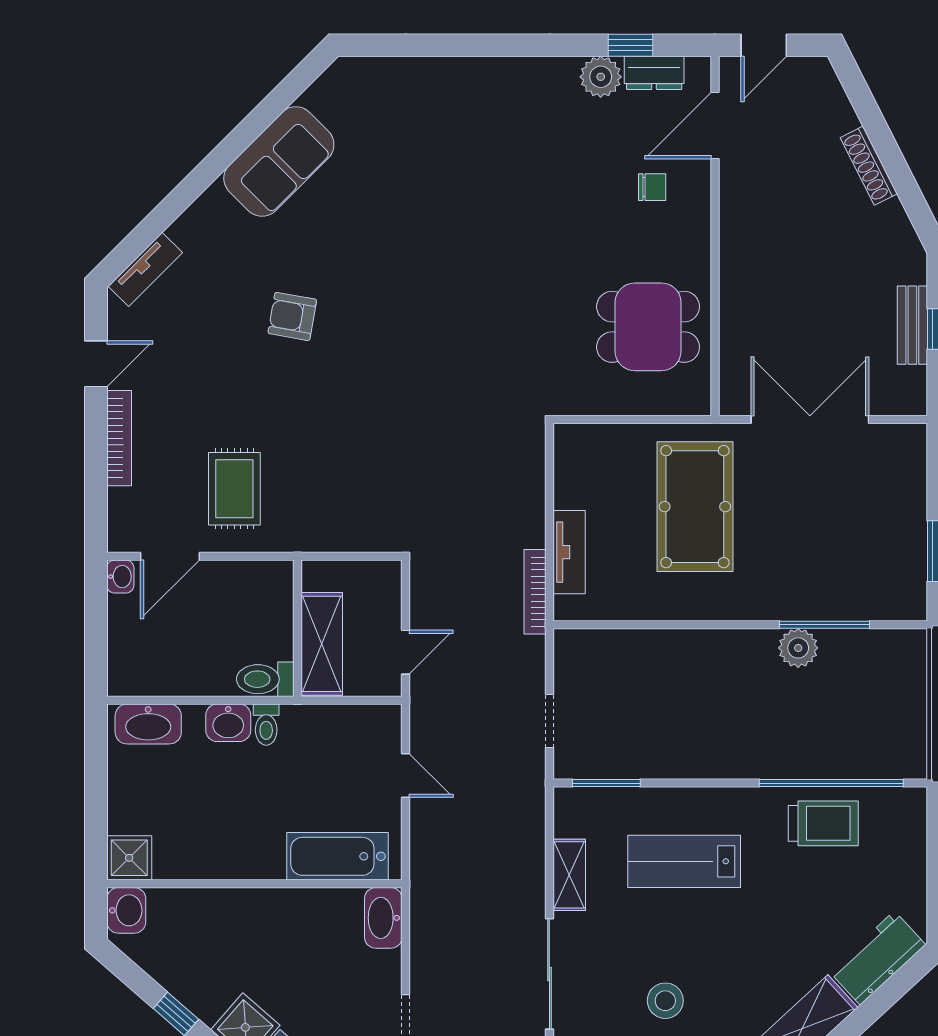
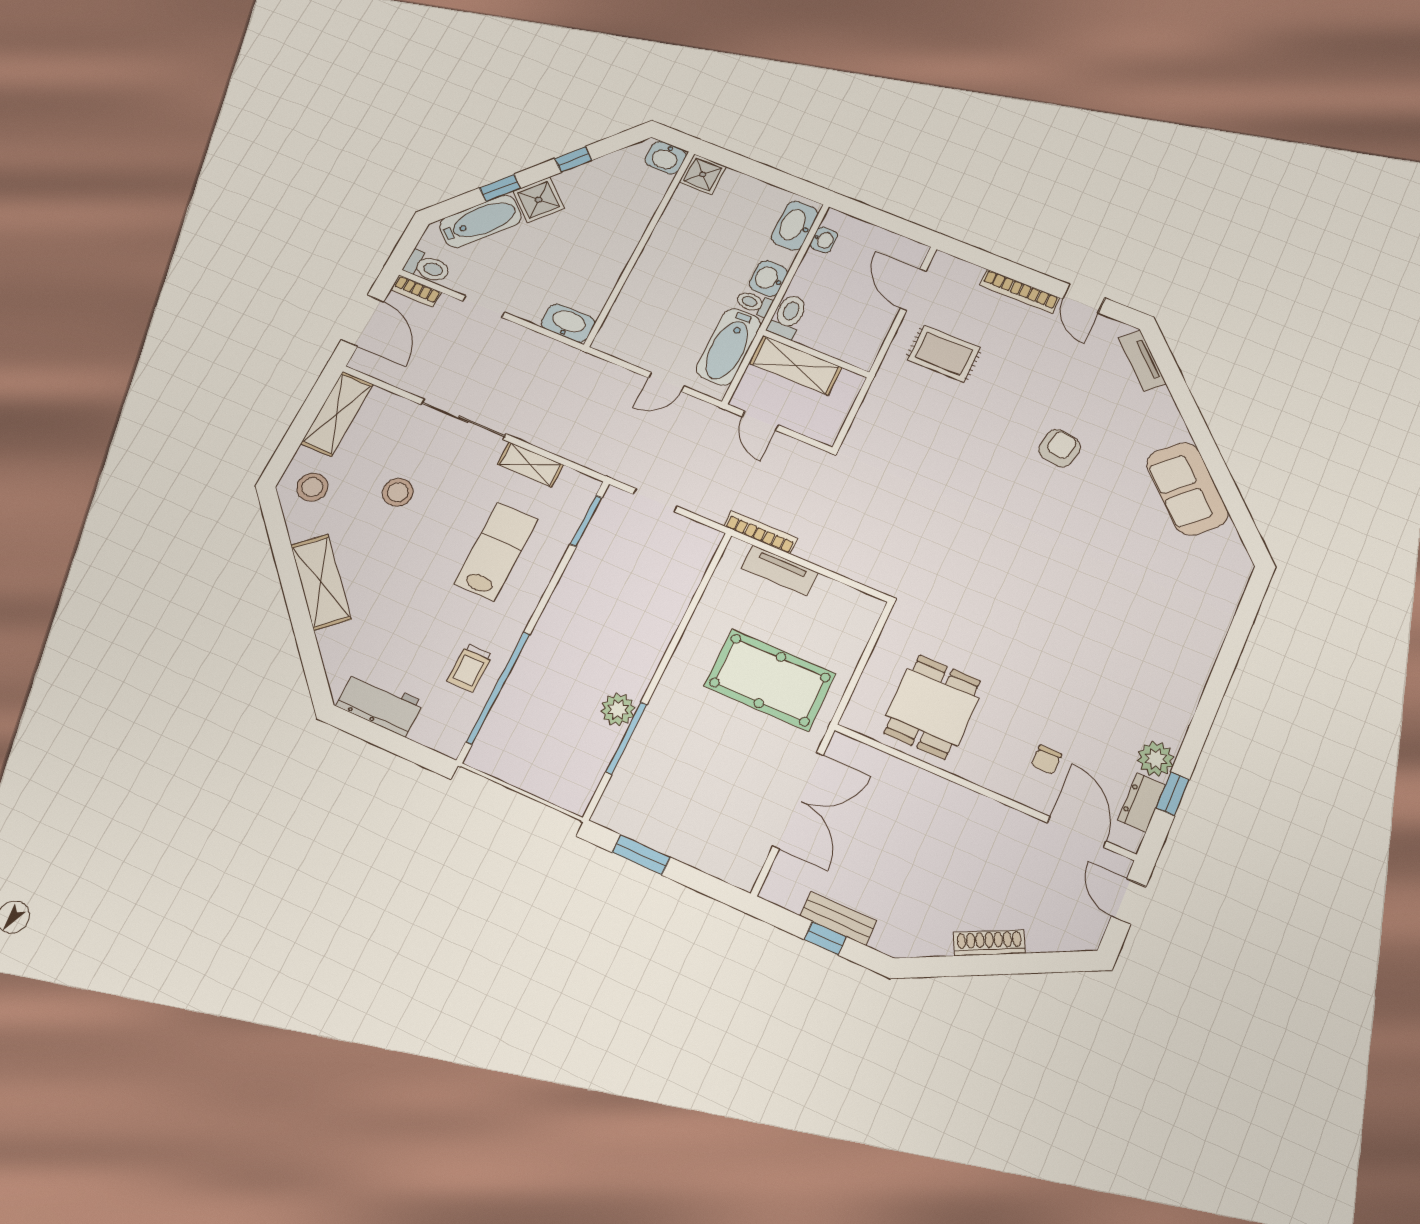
washbasin: (120, 577) -> (824, 240), moved, turned -90
trolley: (823, 823) -> (470, 668), width x0.73, depth x0.72
bathtub: (337, 856) -> (728, 347), moved, turned 180
workbench: (877, 958) -> (380, 704), moved, turned -47

